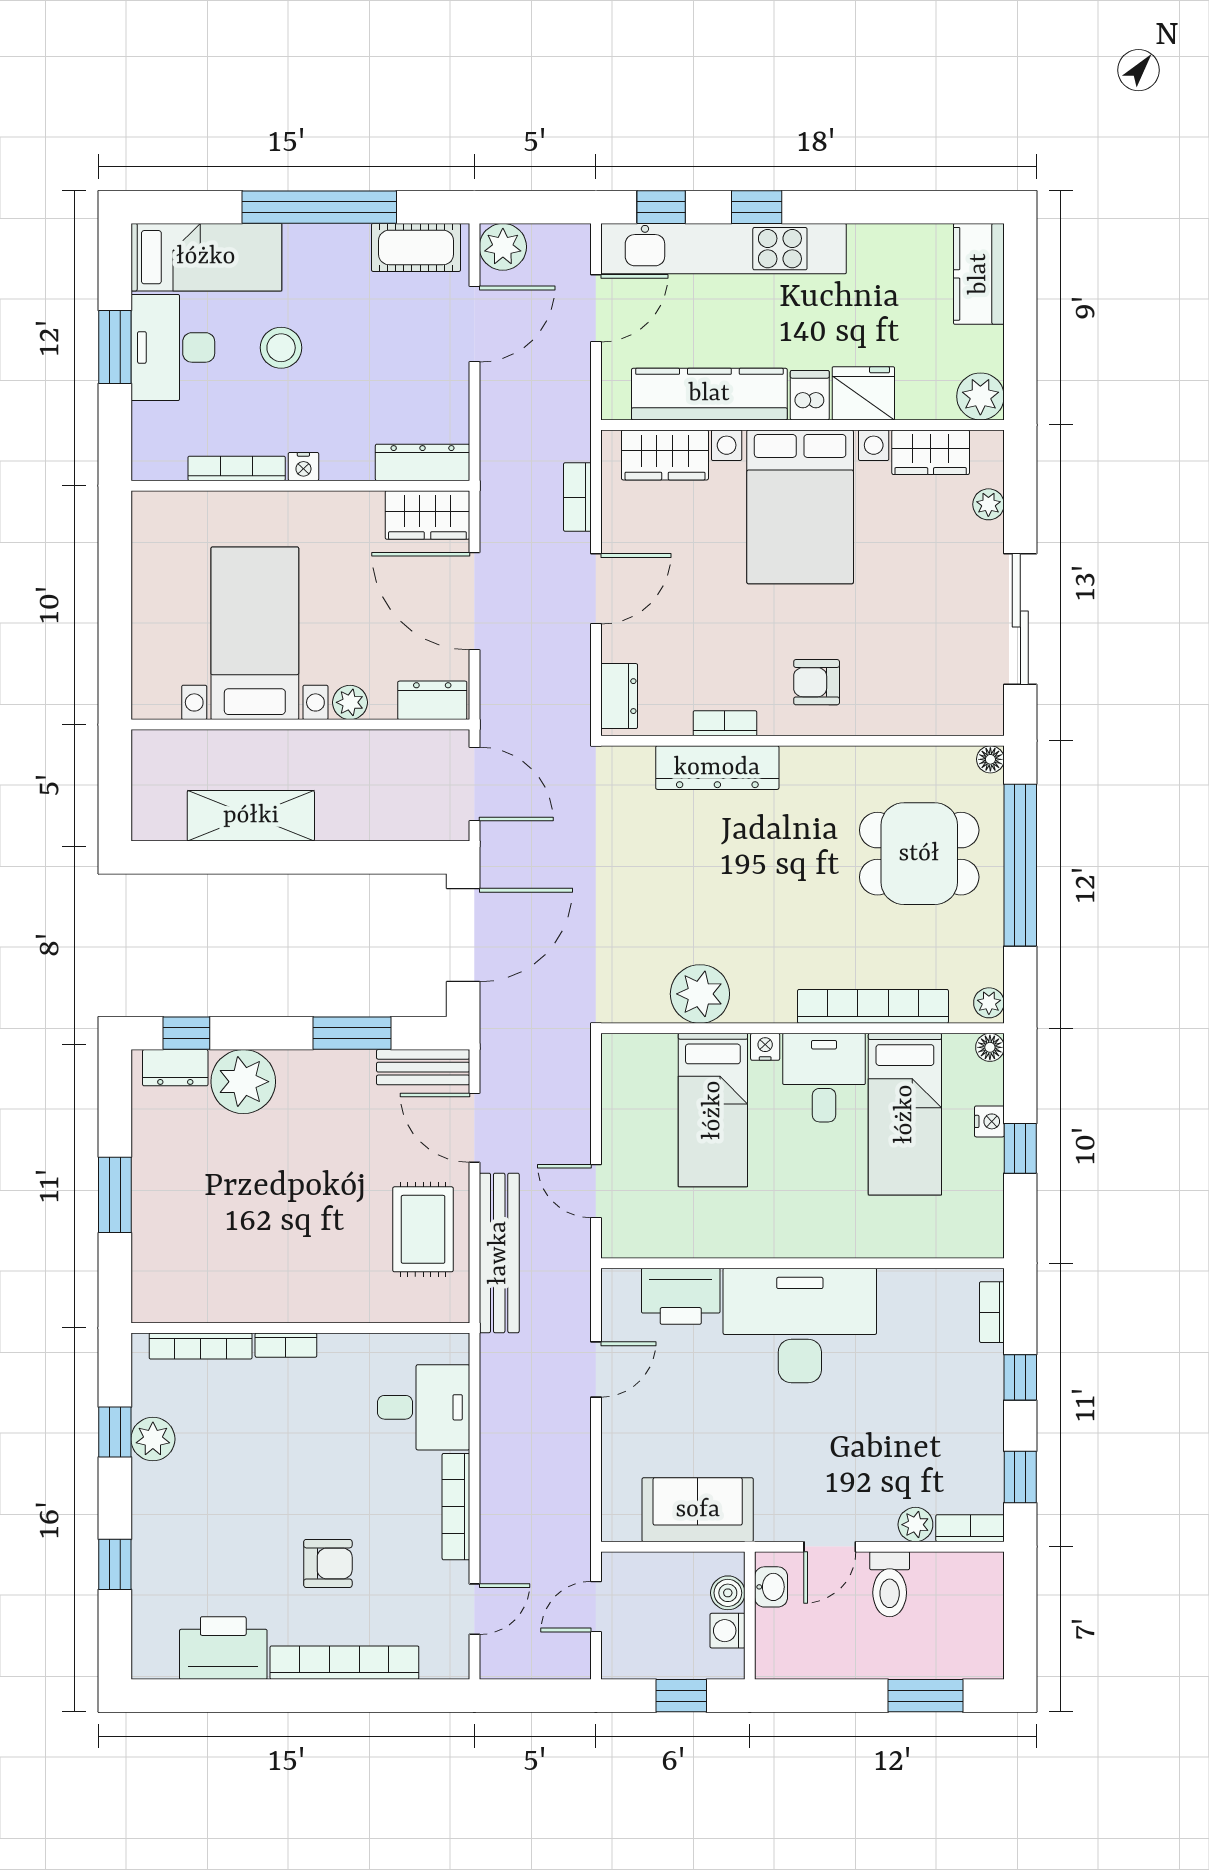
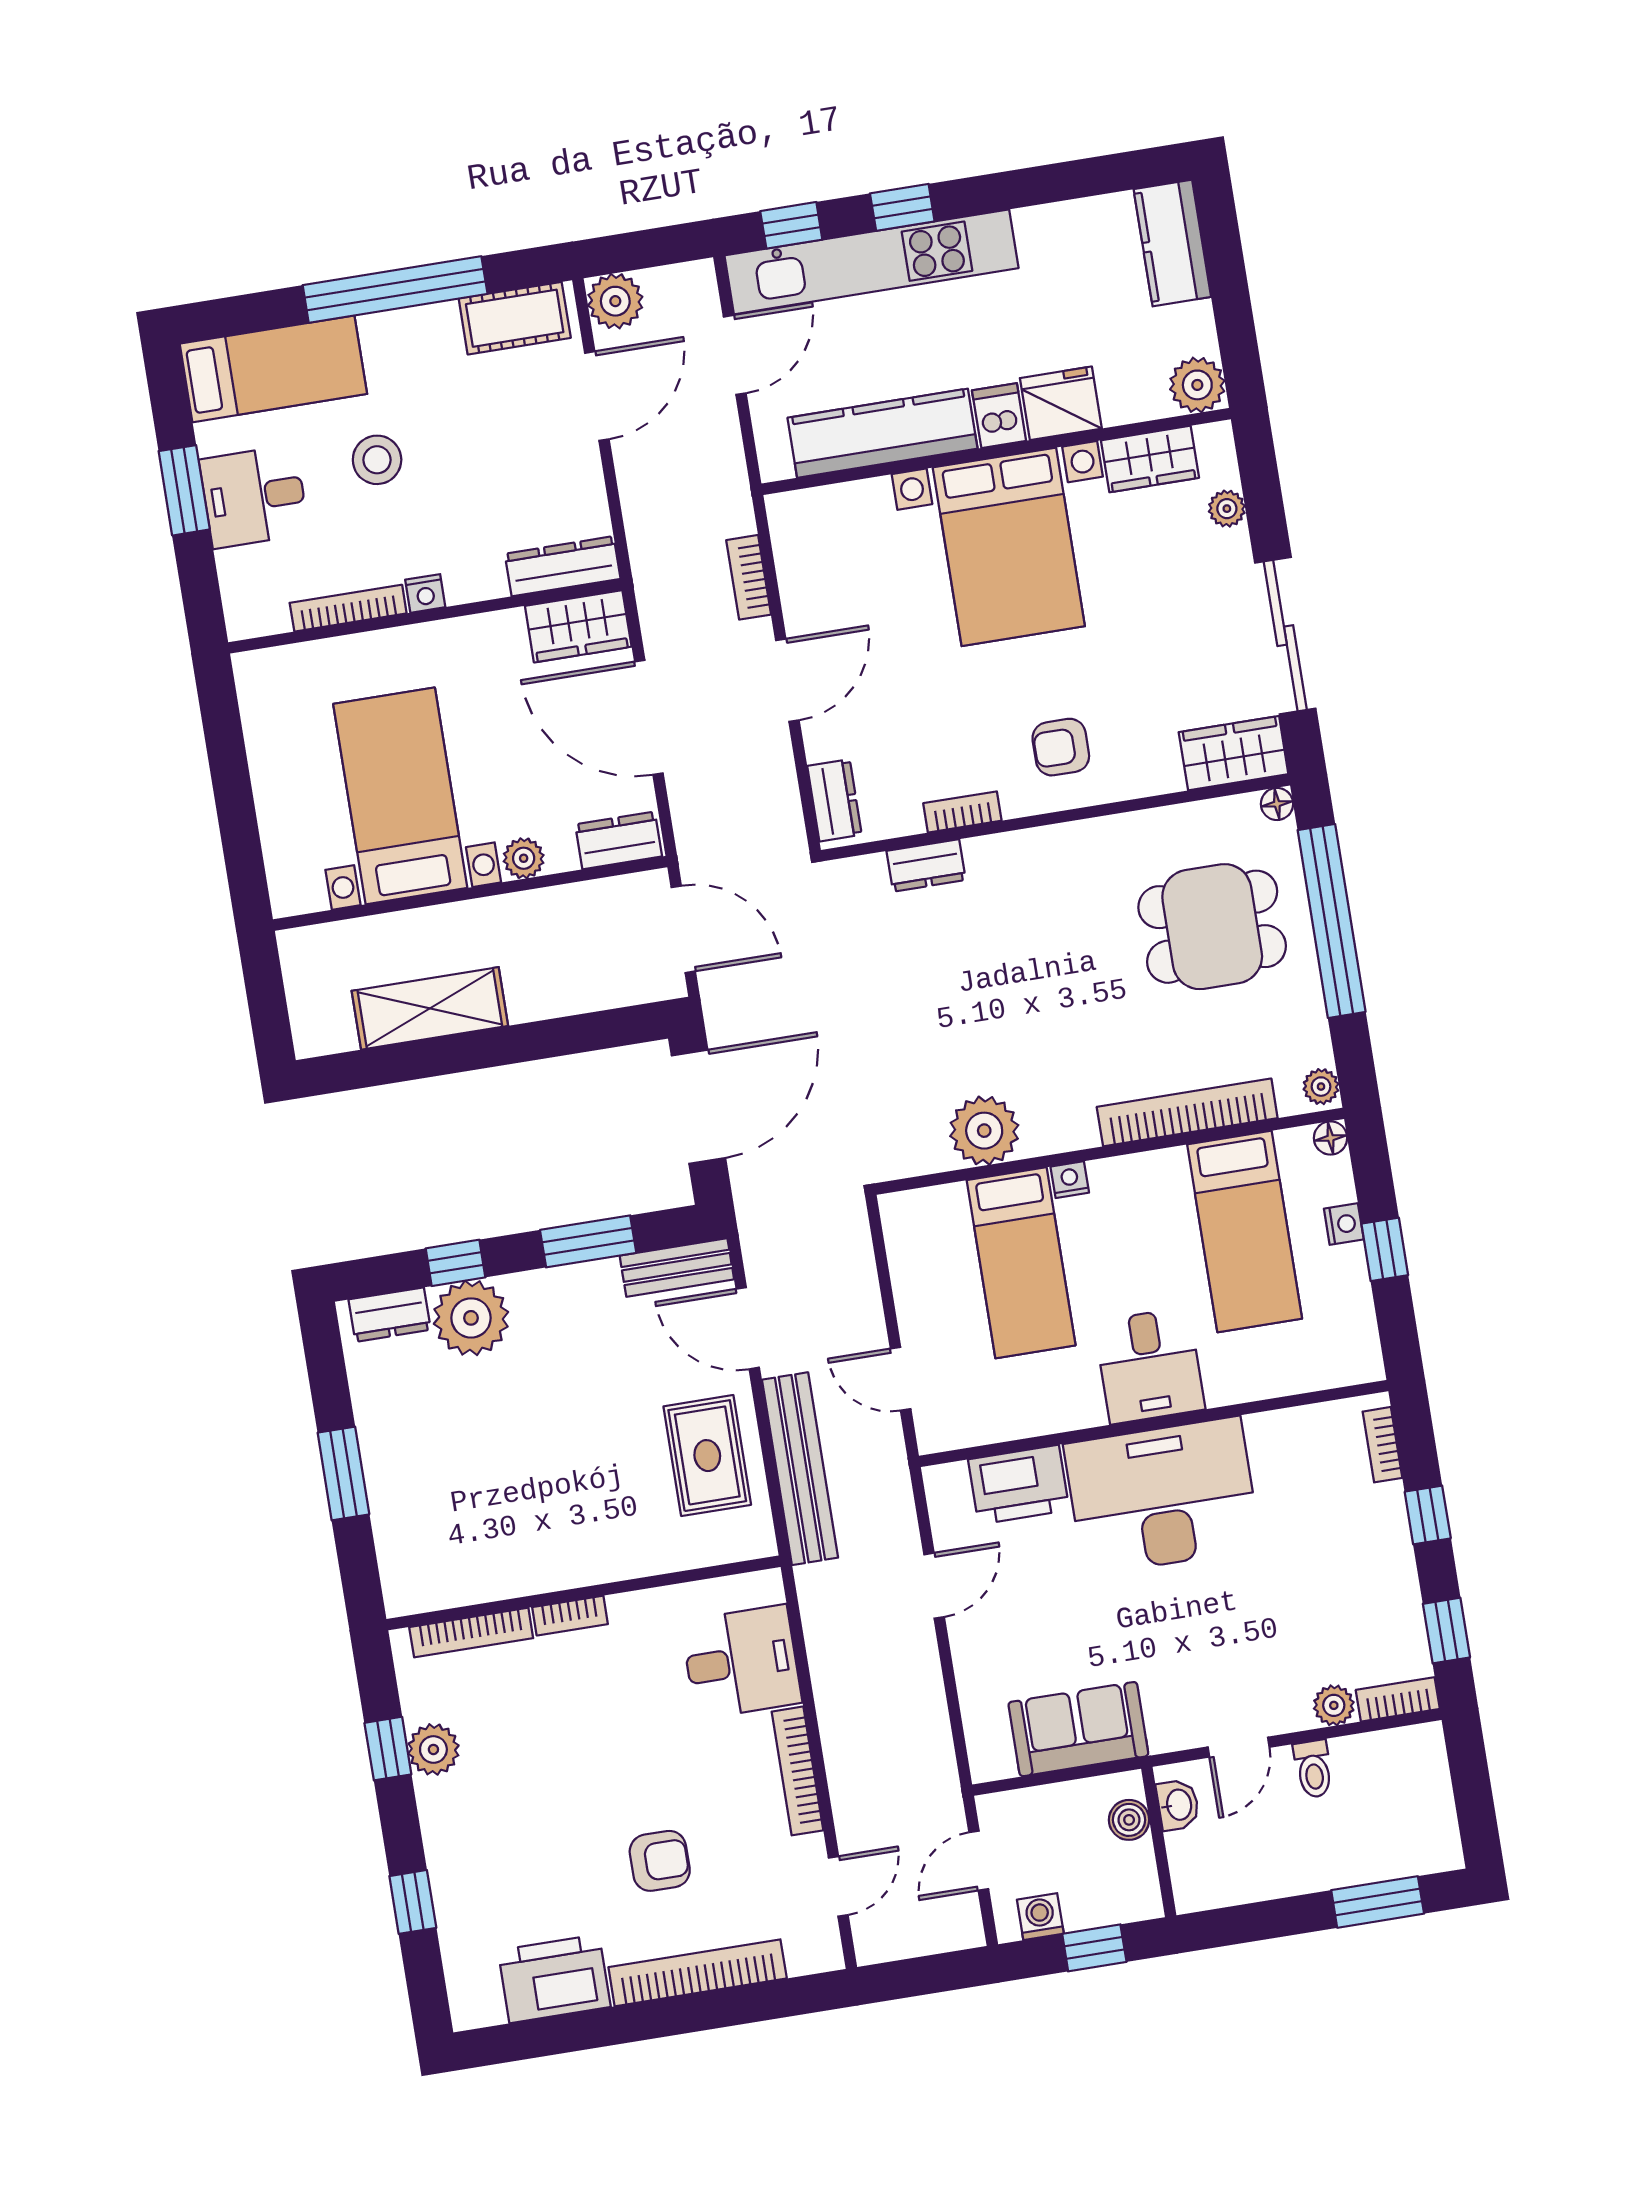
desk: (173, 347) -> (254, 497), width x0.73
wardrobe: (665, 455) -> (1234, 753), moved, turned 180
dresser: (717, 768) -> (926, 865), width x0.51, depth x0.80
window: (186, 1033) -> (456, 1263), moved
desk: (824, 1078) -> (1149, 1366), moved, turned 180
toilet: (890, 1584) -> (1313, 1769), width x0.73, depth x0.72
washing machine: (728, 1631) -> (1040, 1917), moved, turned 90

